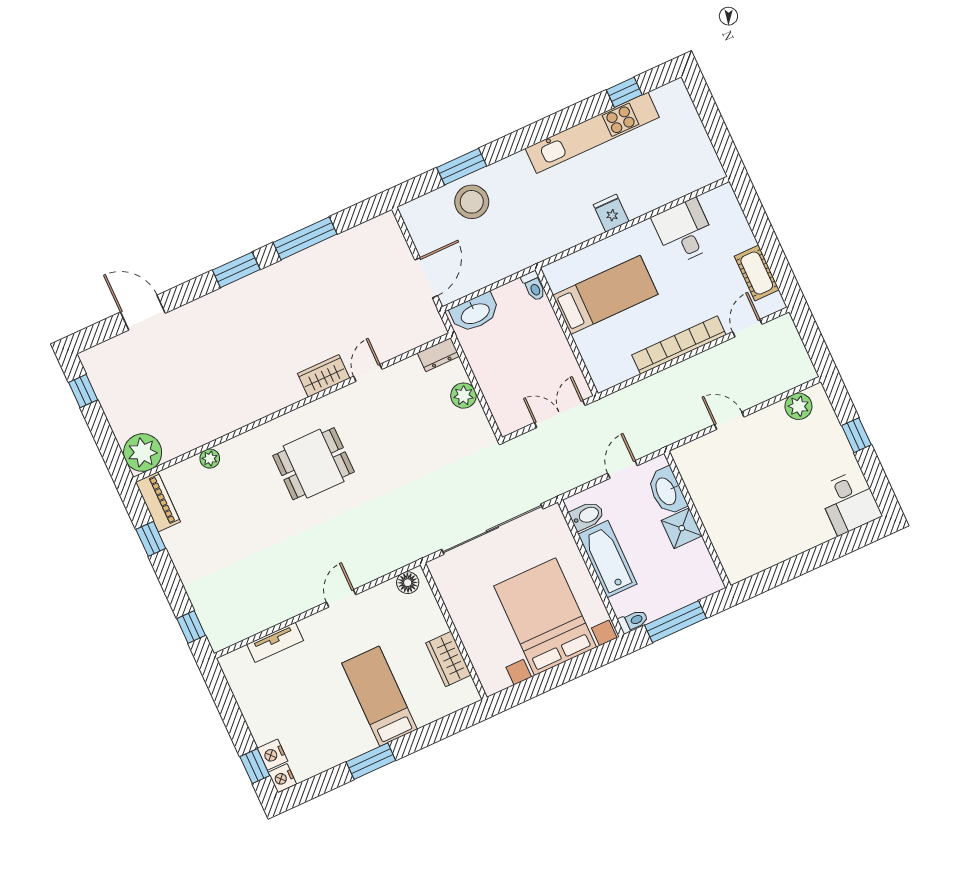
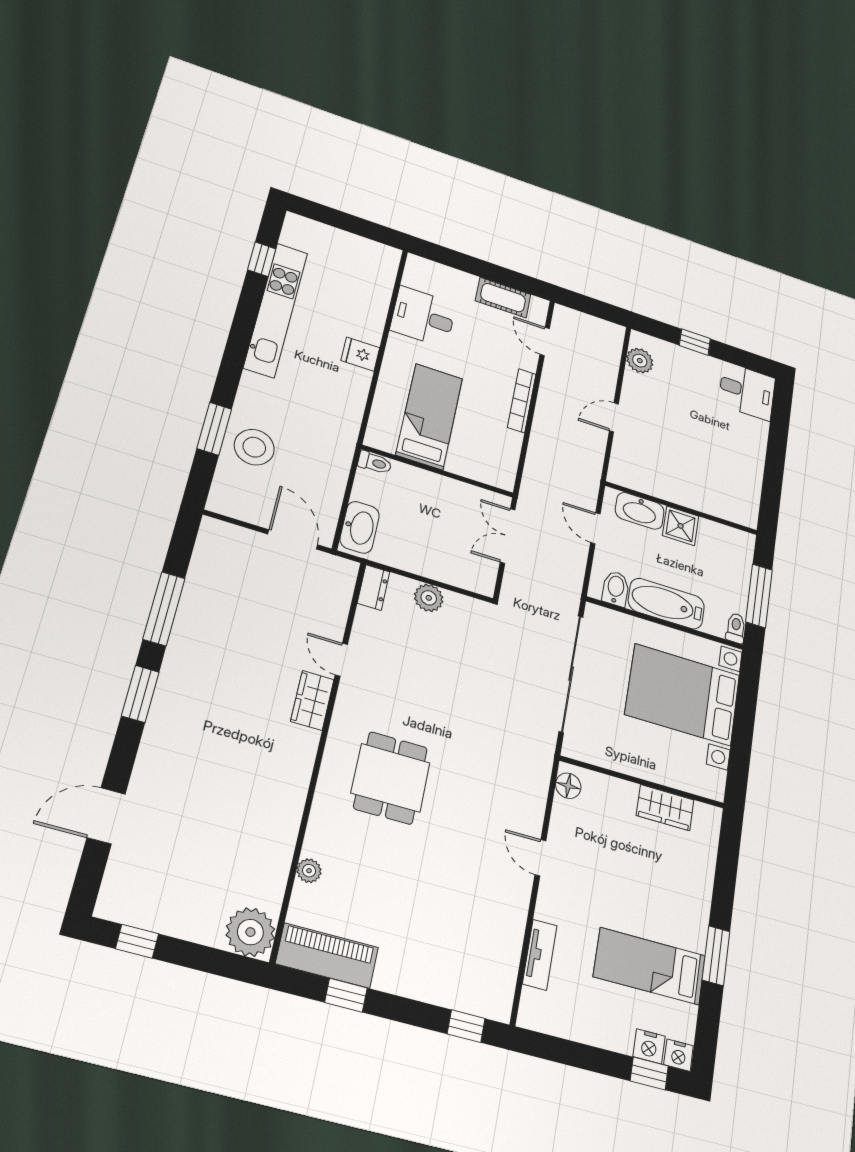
bookcase: (679, 345) -> (522, 401), width x0.68, depth x0.76
piano: (158, 502) -> (327, 956), width x1.37, depth x1.33
bed: (380, 696) -> (650, 966), moved

